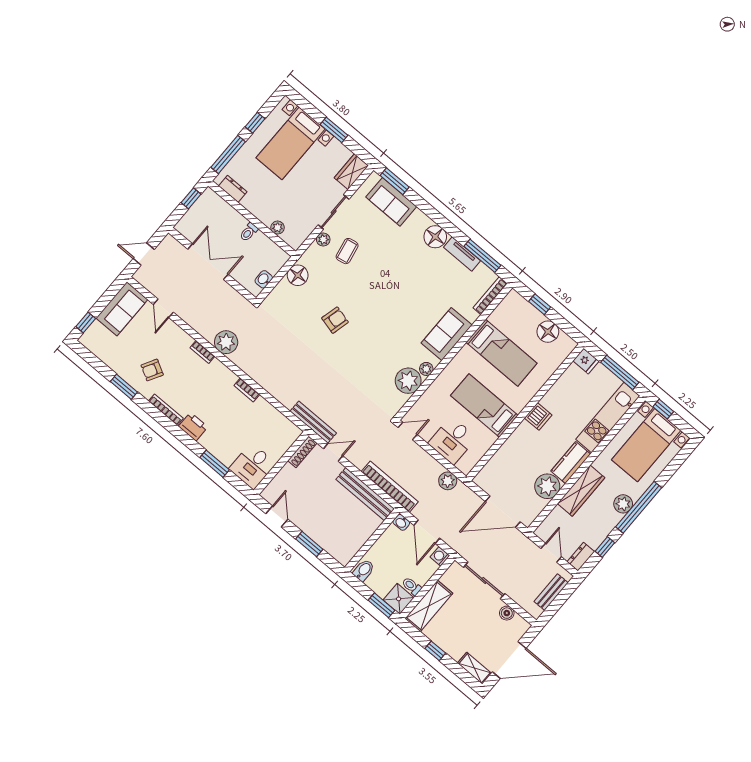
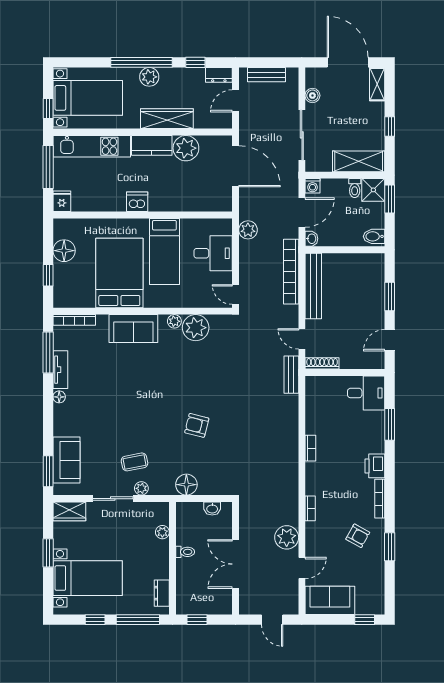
floor lamp: (435, 237) -> (59, 397), width x0.53, depth x0.53
plant: (226, 342) -> (287, 537), moved
bed: (502, 353) -> (119, 273), width x1.50
bench: (313, 422) -> (291, 375), width x0.73

